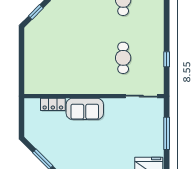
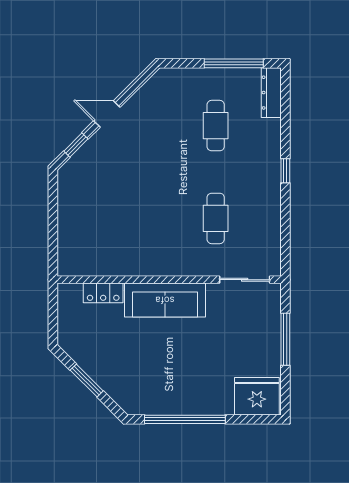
window: (167, 59) -> (285, 171), moved
sofa: (85, 109) -> (165, 300), width x1.36

